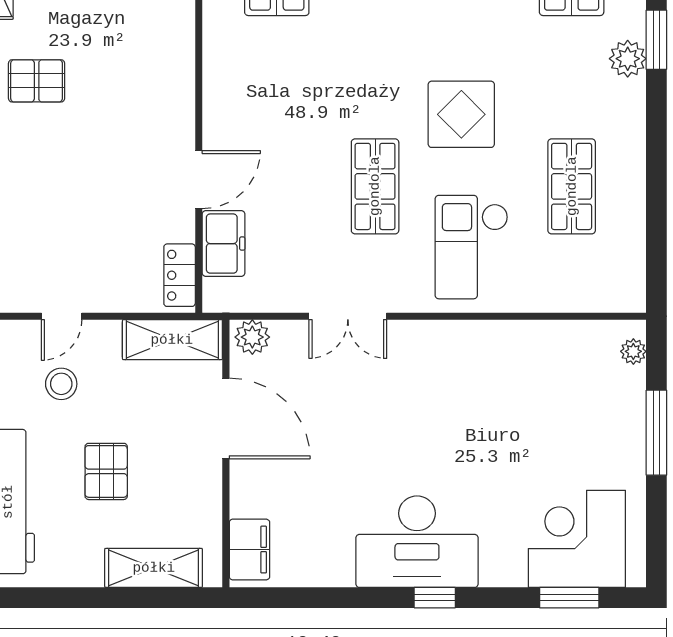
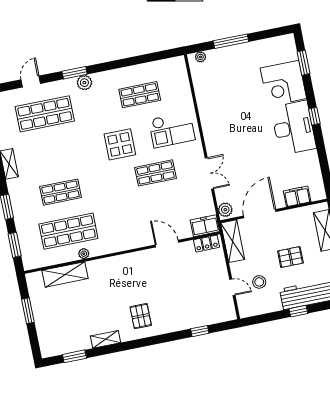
freezer: (223, 244) -> (205, 226), moved
corner desk: (577, 539) -> (283, 83), moved
filing cabinet: (249, 550) -> (297, 196), moved

